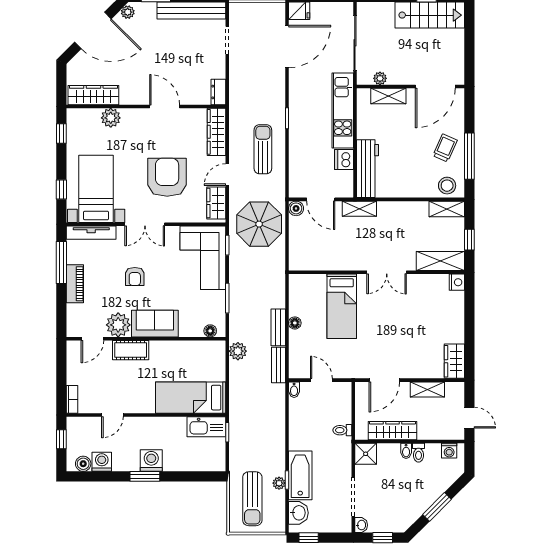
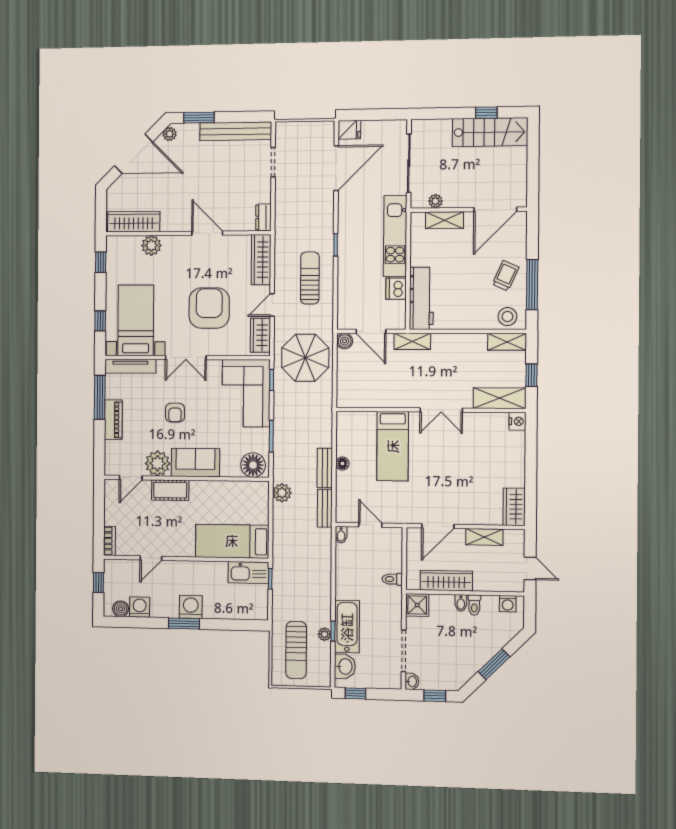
floor lamp: (210, 331) -> (253, 465), width x1.89, depth x1.89

